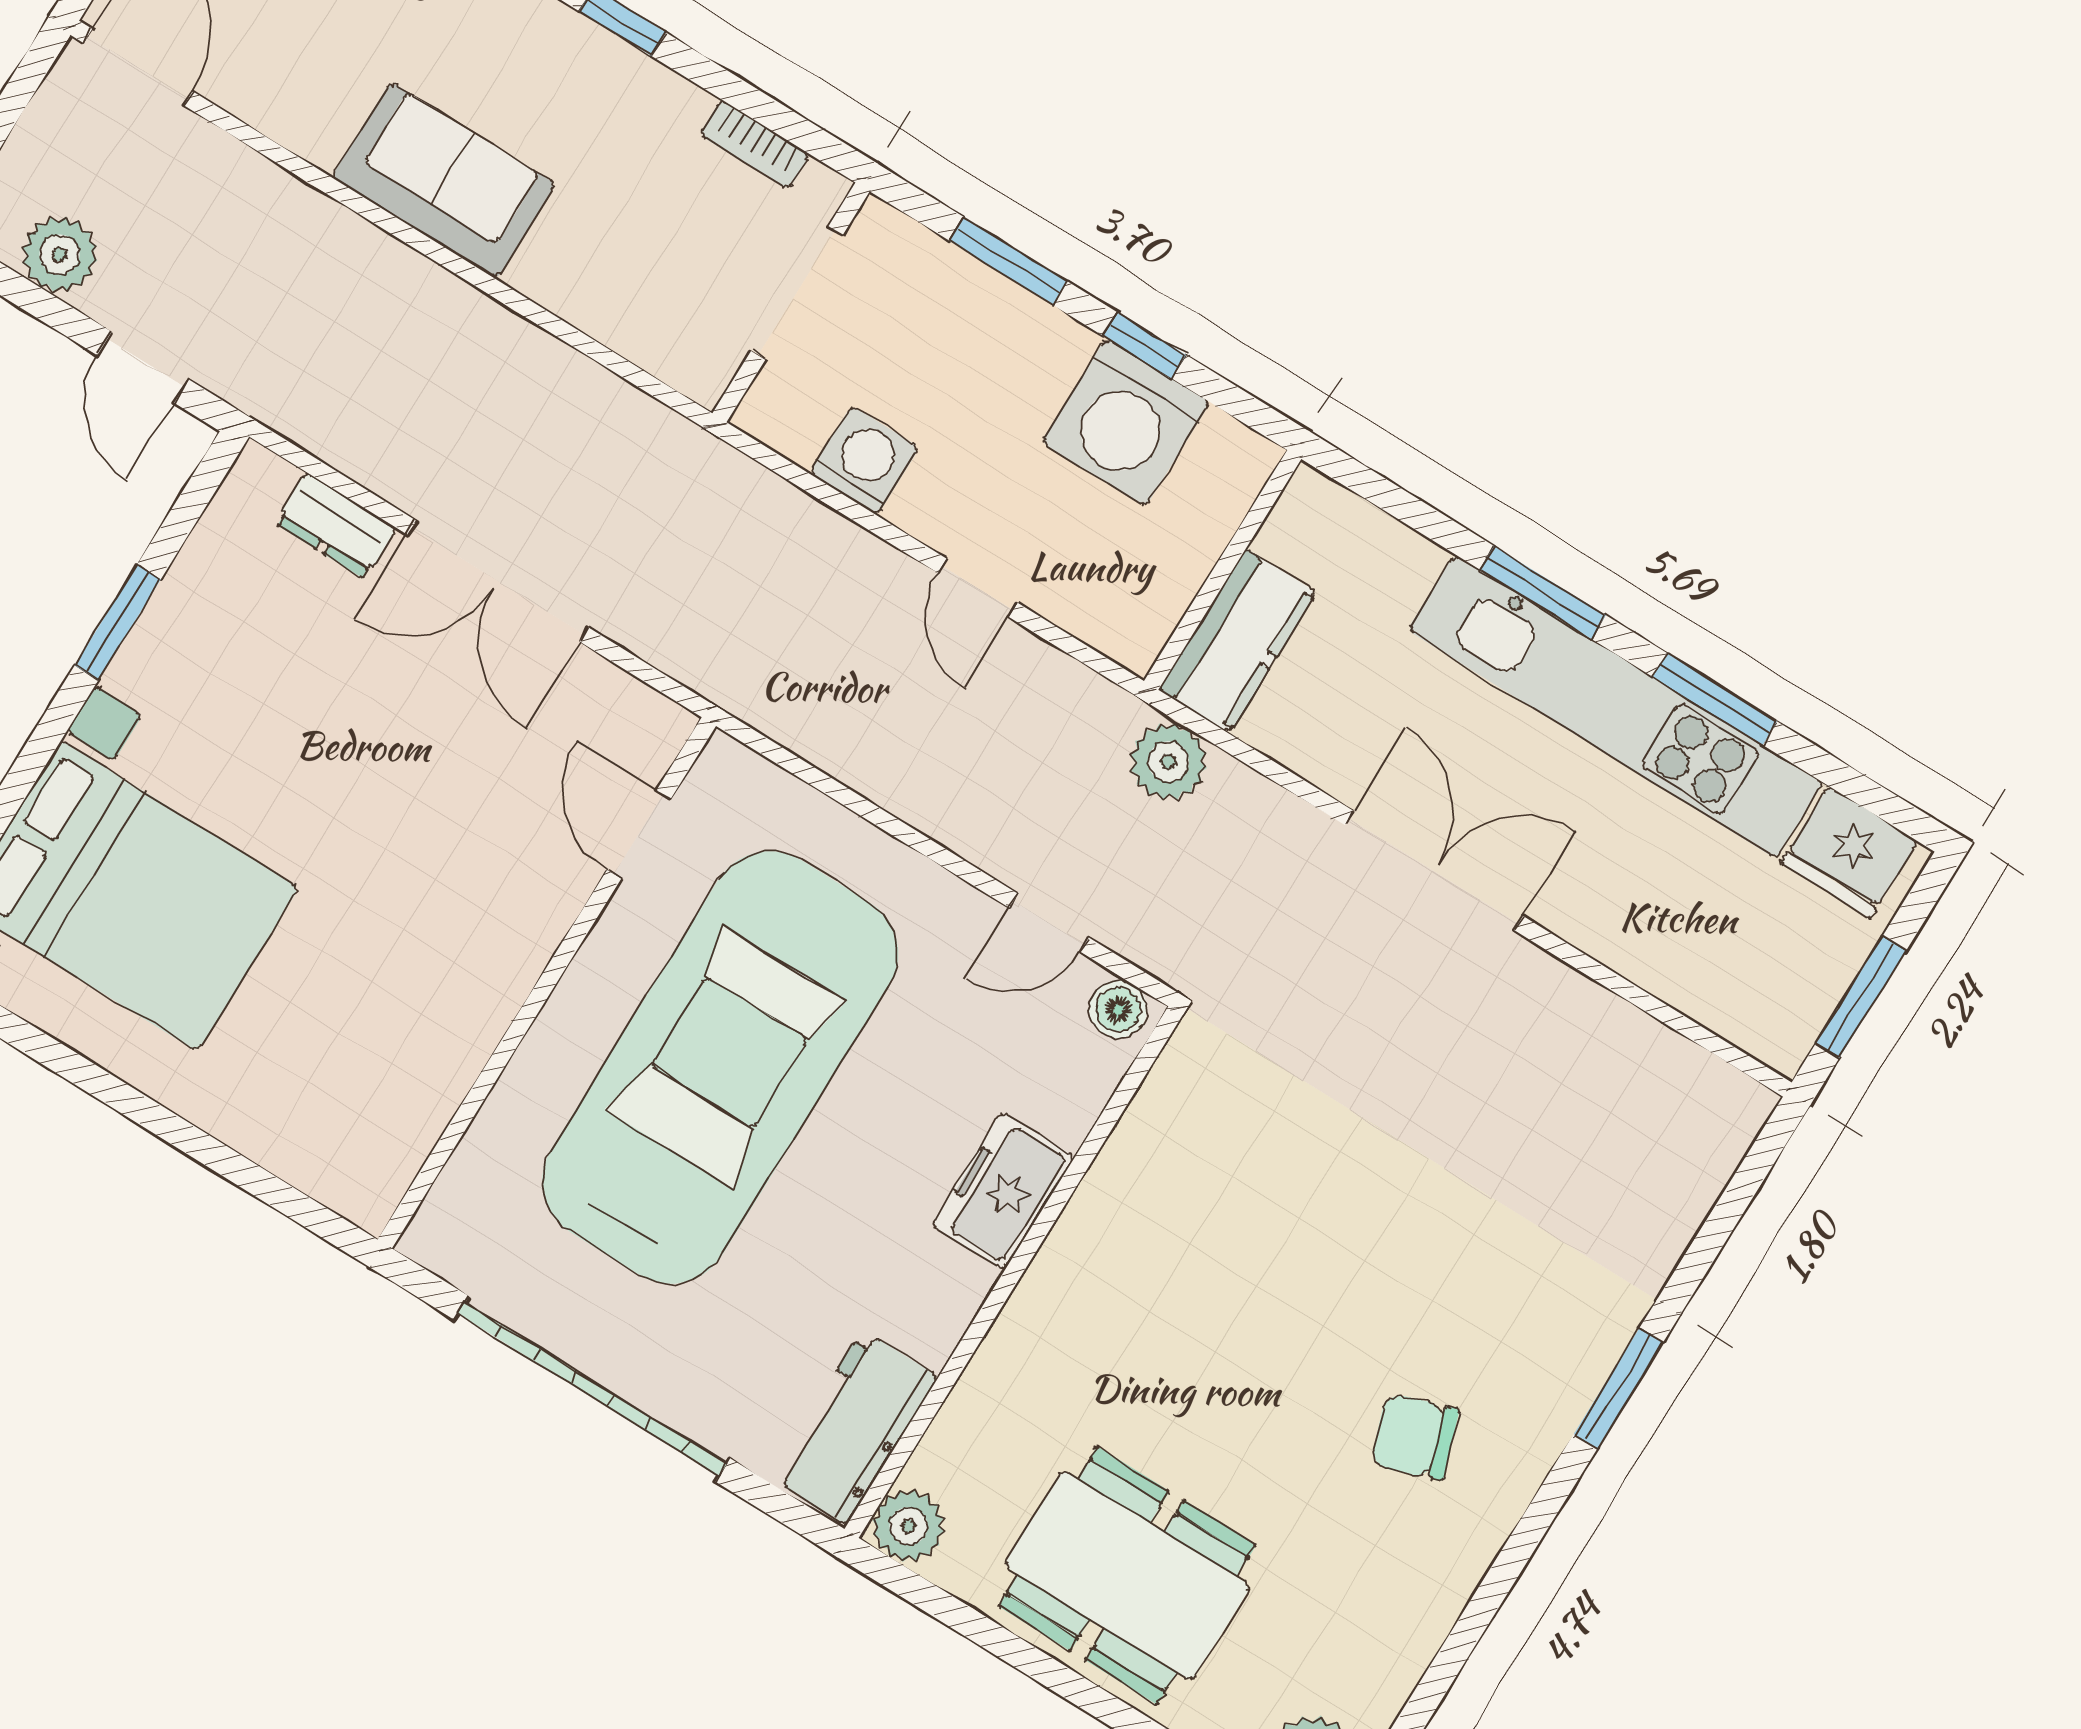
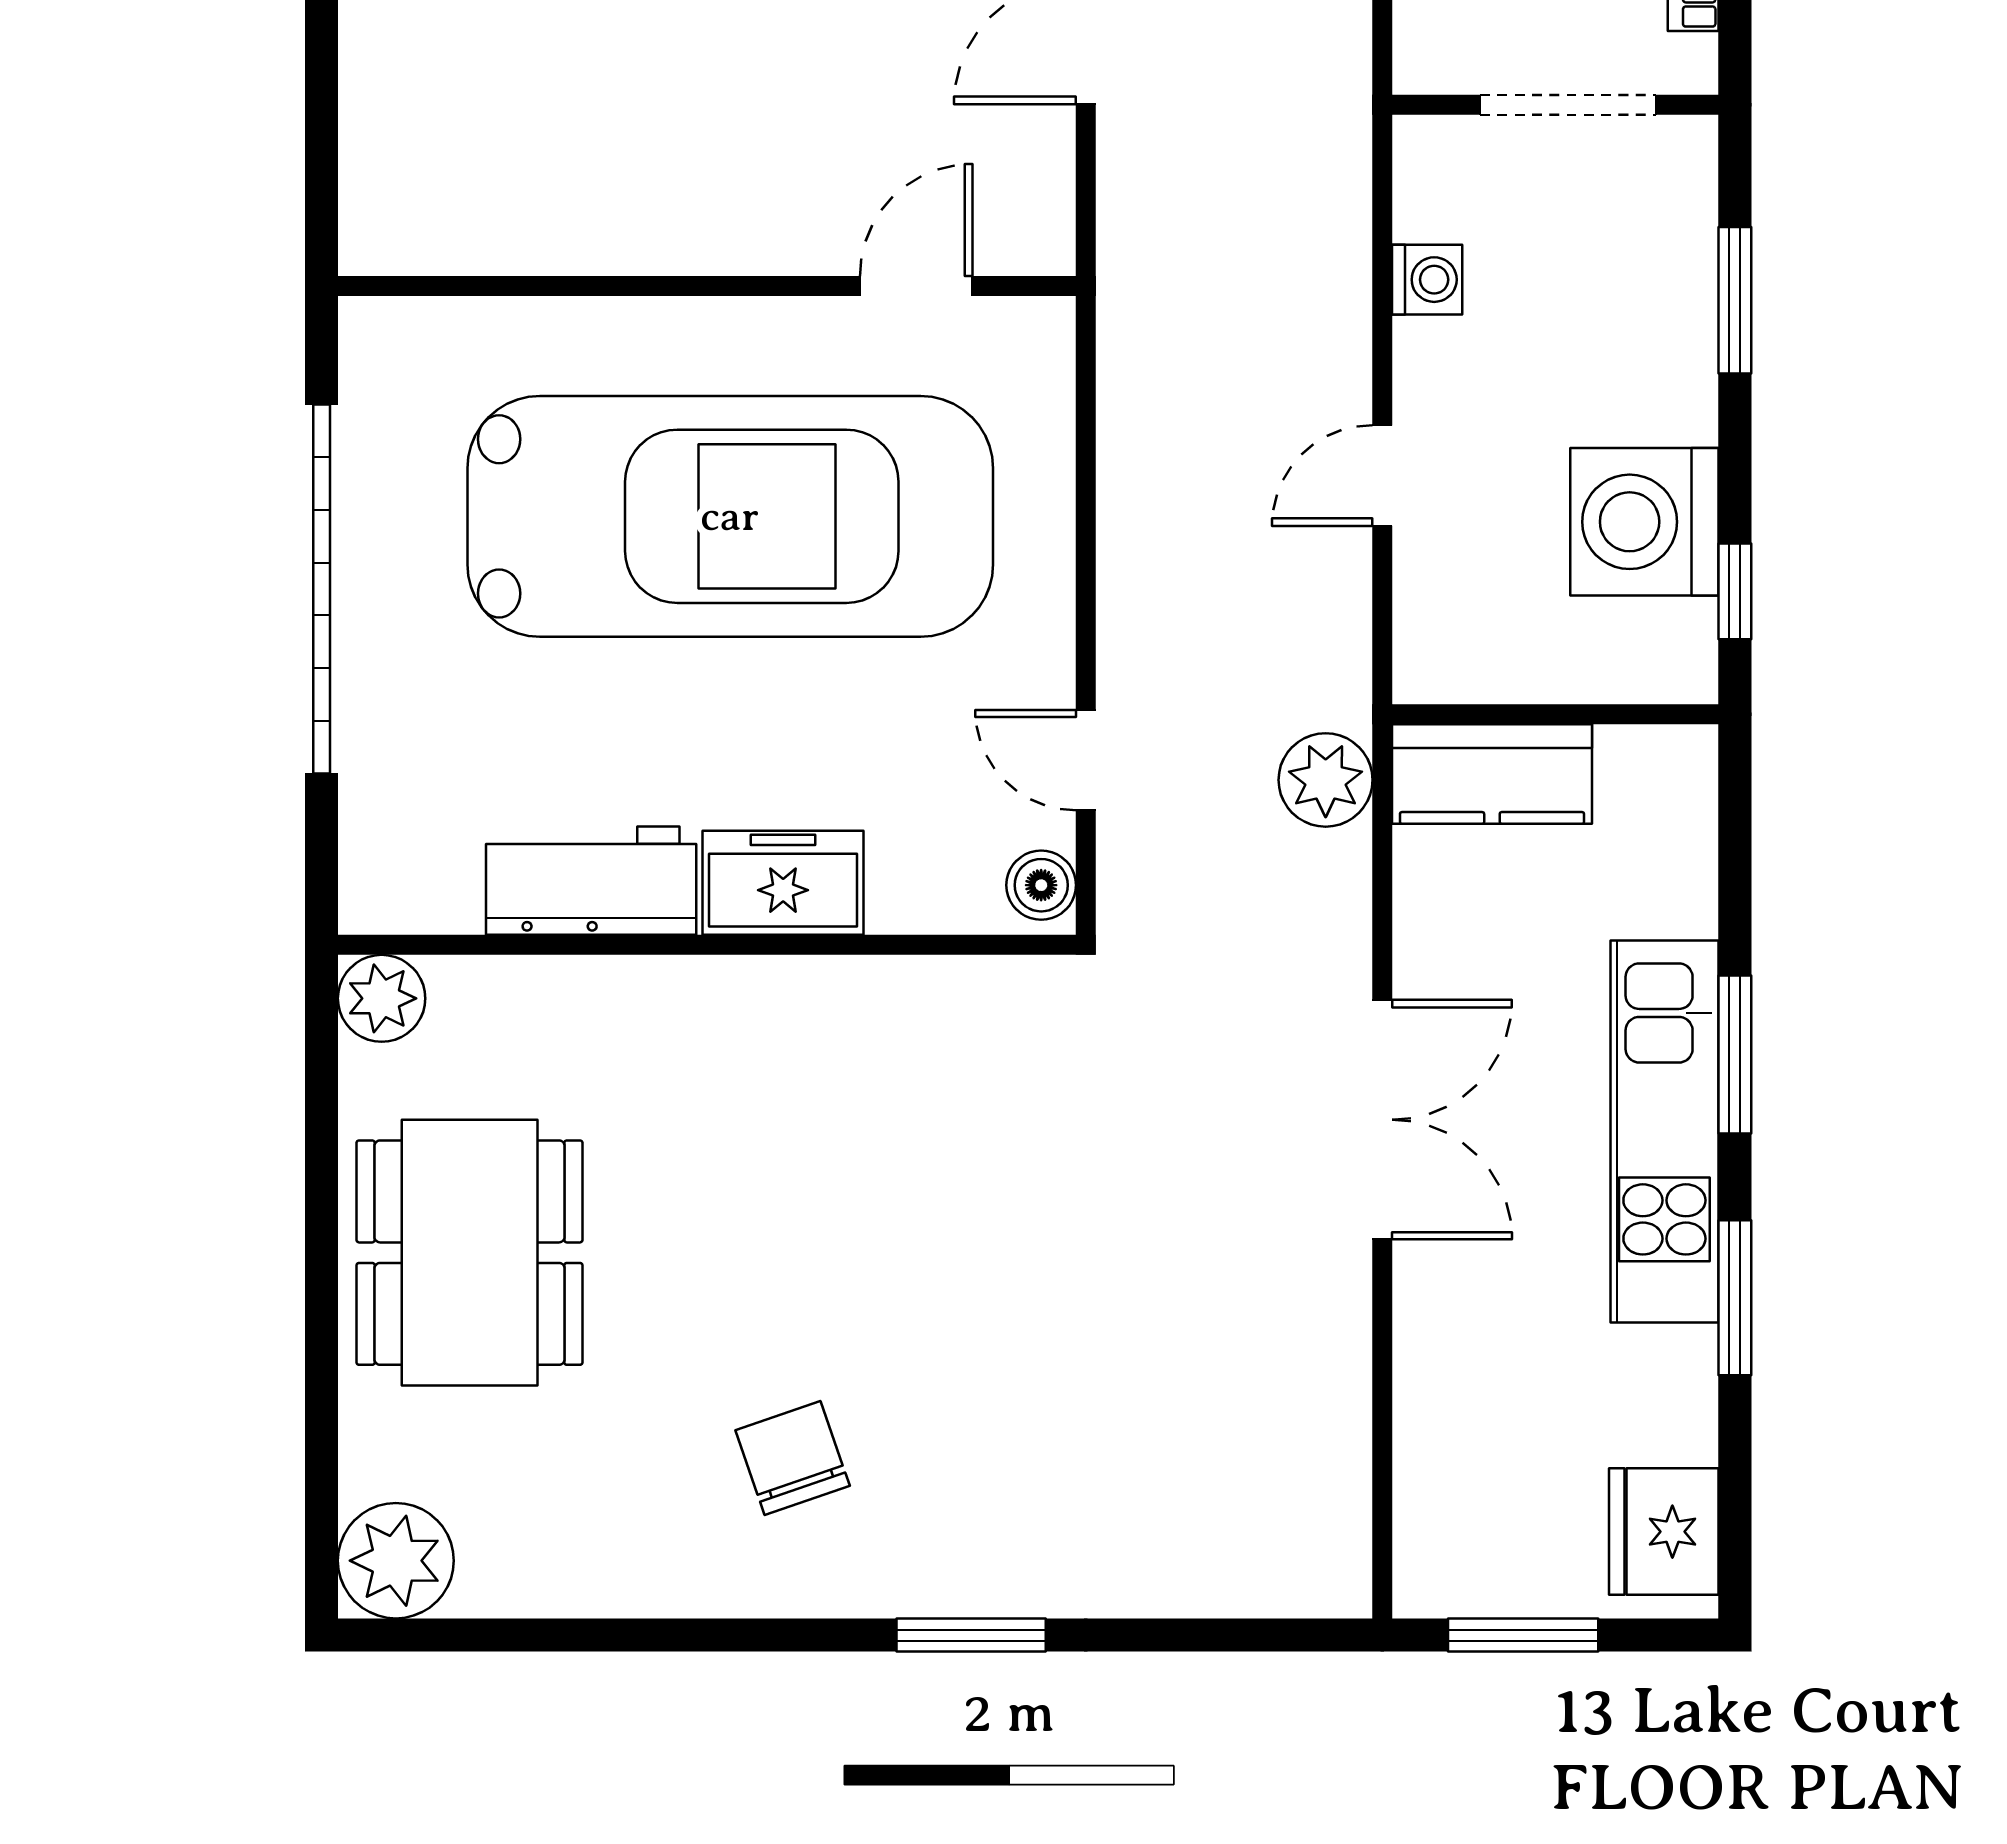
window: (1145, 346) -> (1735, 591), moved
washing machine: (864, 460) -> (1427, 280), width x0.73, depth x0.73
kitchen unit: (1615, 706) -> (1664, 1131), width x0.73
workbench: (854, 1427) -> (591, 881), moved

